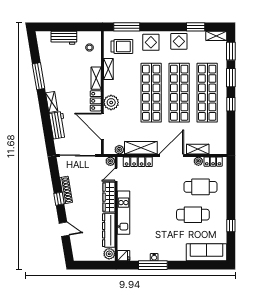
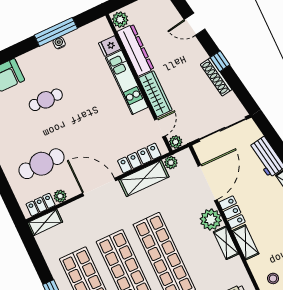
shelving: (108, 69) -> (226, 243), moved
door: (102, 126) -> (208, 183), hinge flipped
shelving: (198, 149) -> (45, 222), moved
door: (171, 155) -> (99, 187), swing flipped
cafe table: (193, 215) -> (46, 100), moved, width x0.73, depth x0.74
fridge: (124, 256) -> (110, 46), moved

